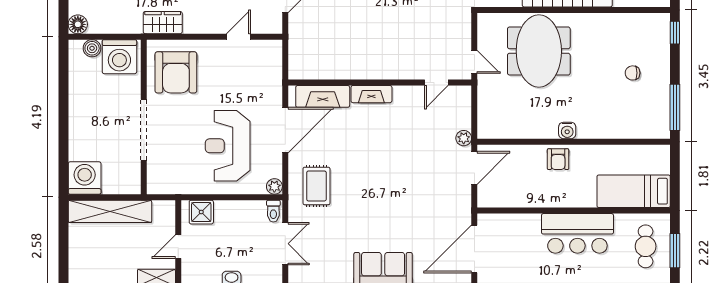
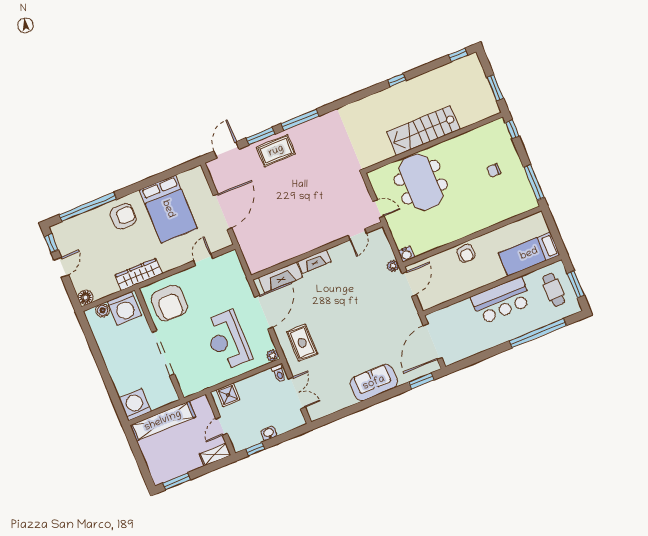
wardrobe: (163, 23) -> (138, 274), width x1.50
water cooler: (567, 130) -> (406, 254), moved

